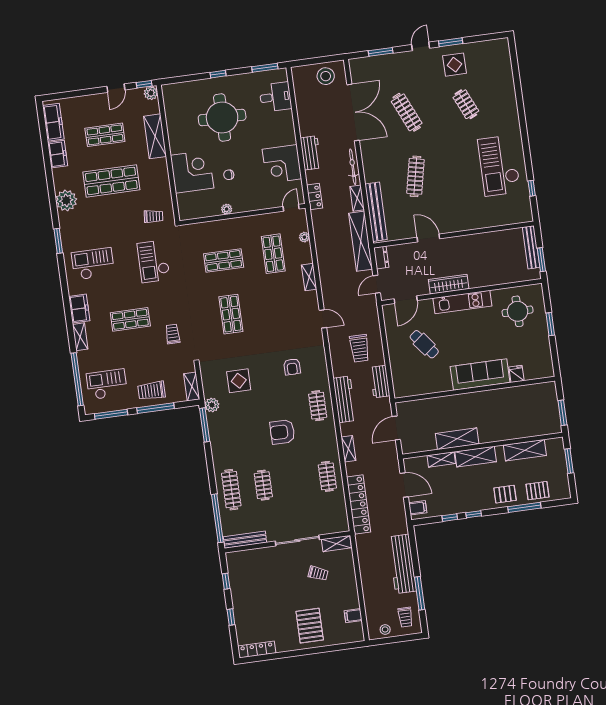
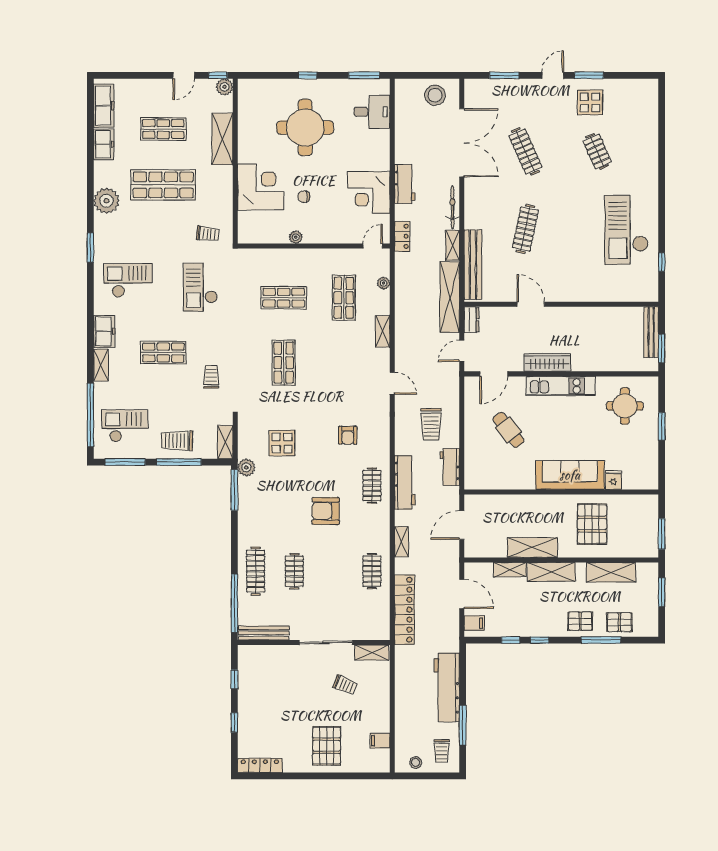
pallet: (504, 413) -> (592, 524), added

